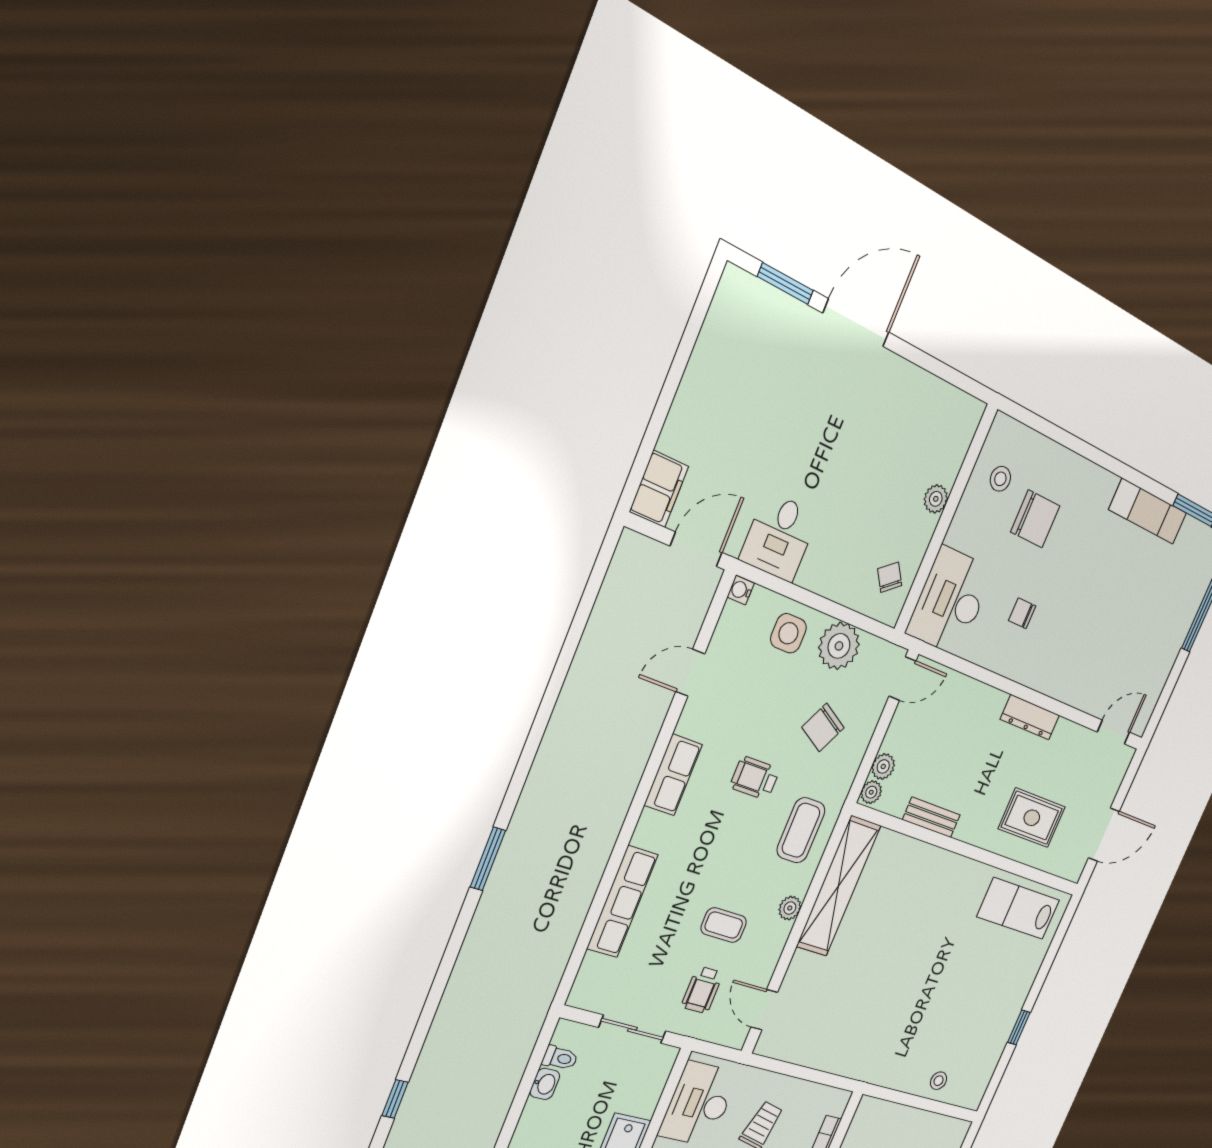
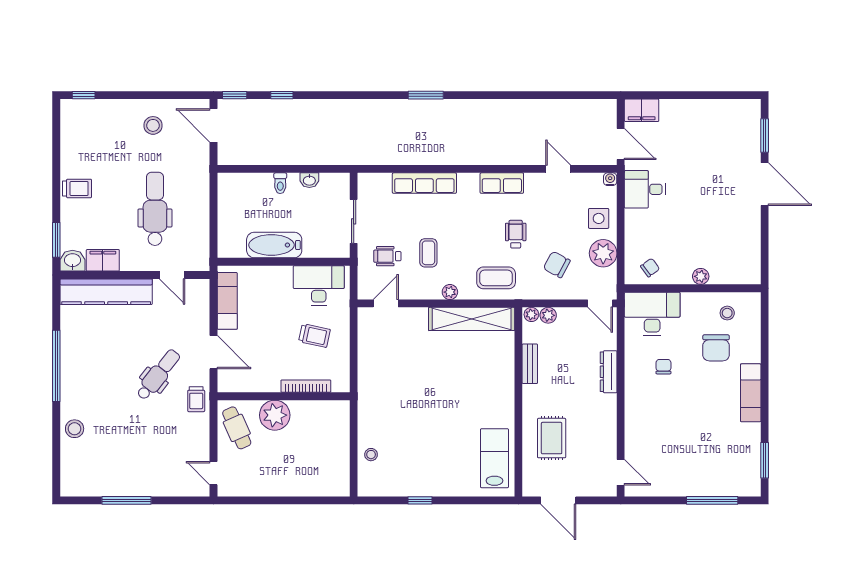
exam couch: (1148, 511) -> (751, 393), moved
dresser: (1030, 717) -> (609, 372), moved
toilet: (560, 1058) -> (280, 183), moved

